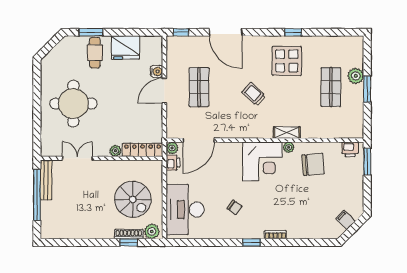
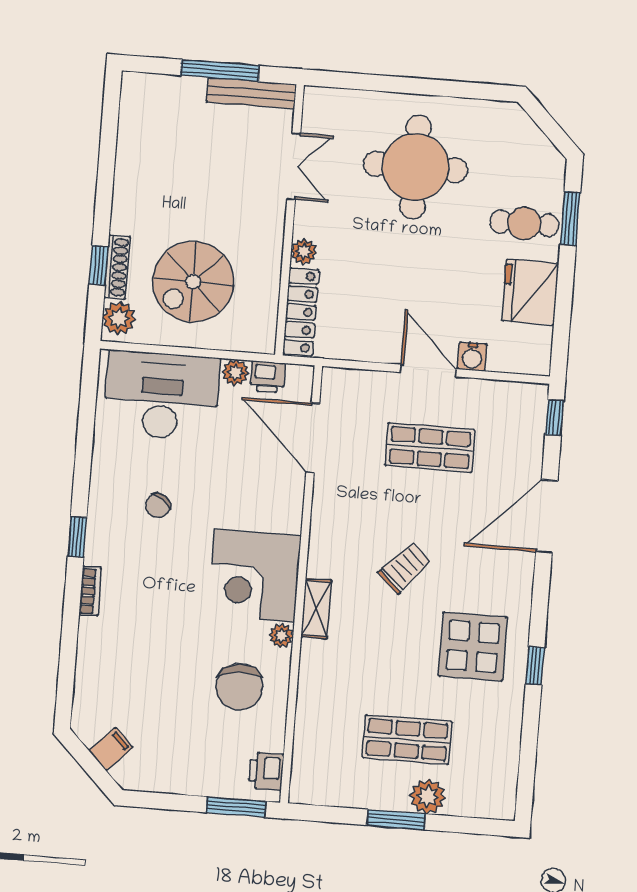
shelving: (287, 133) -> (316, 609), moved
plant: (172, 148) -> (236, 372), moved
window: (37, 195) -> (220, 71), width x0.68

